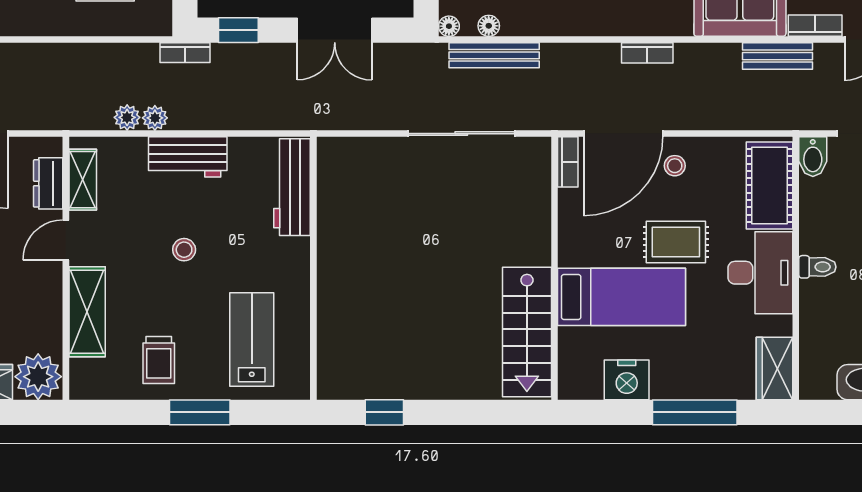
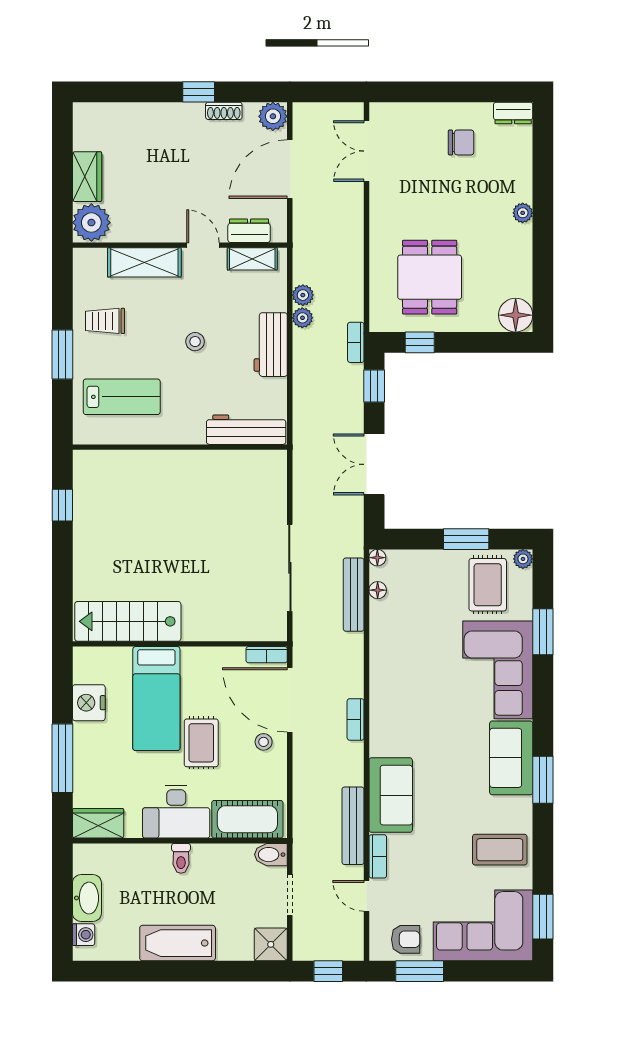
bench: (777, 56) -> (353, 826), width x1.36

